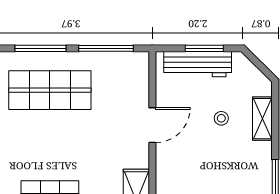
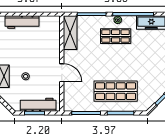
door: (152, 125) -> (62, 73), swing flipped

